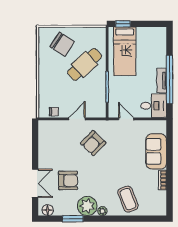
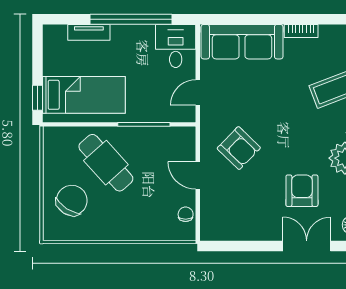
tv unit: (162, 80) -> (89, 32), moved
sofa: (156, 151) -> (242, 42), width x1.36

